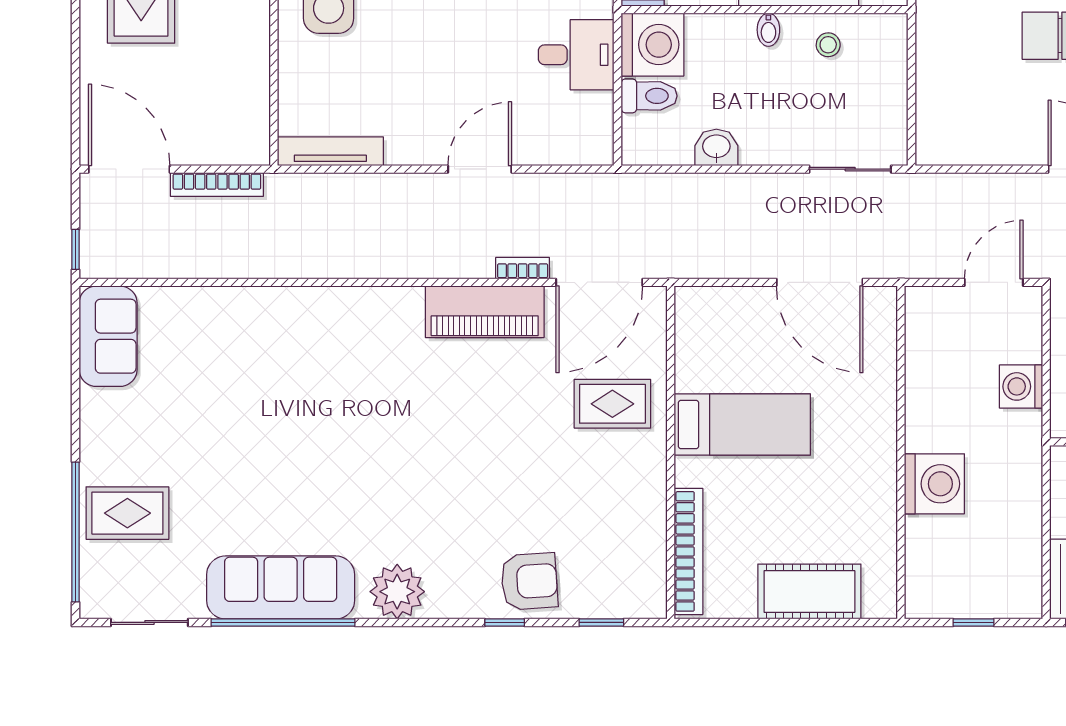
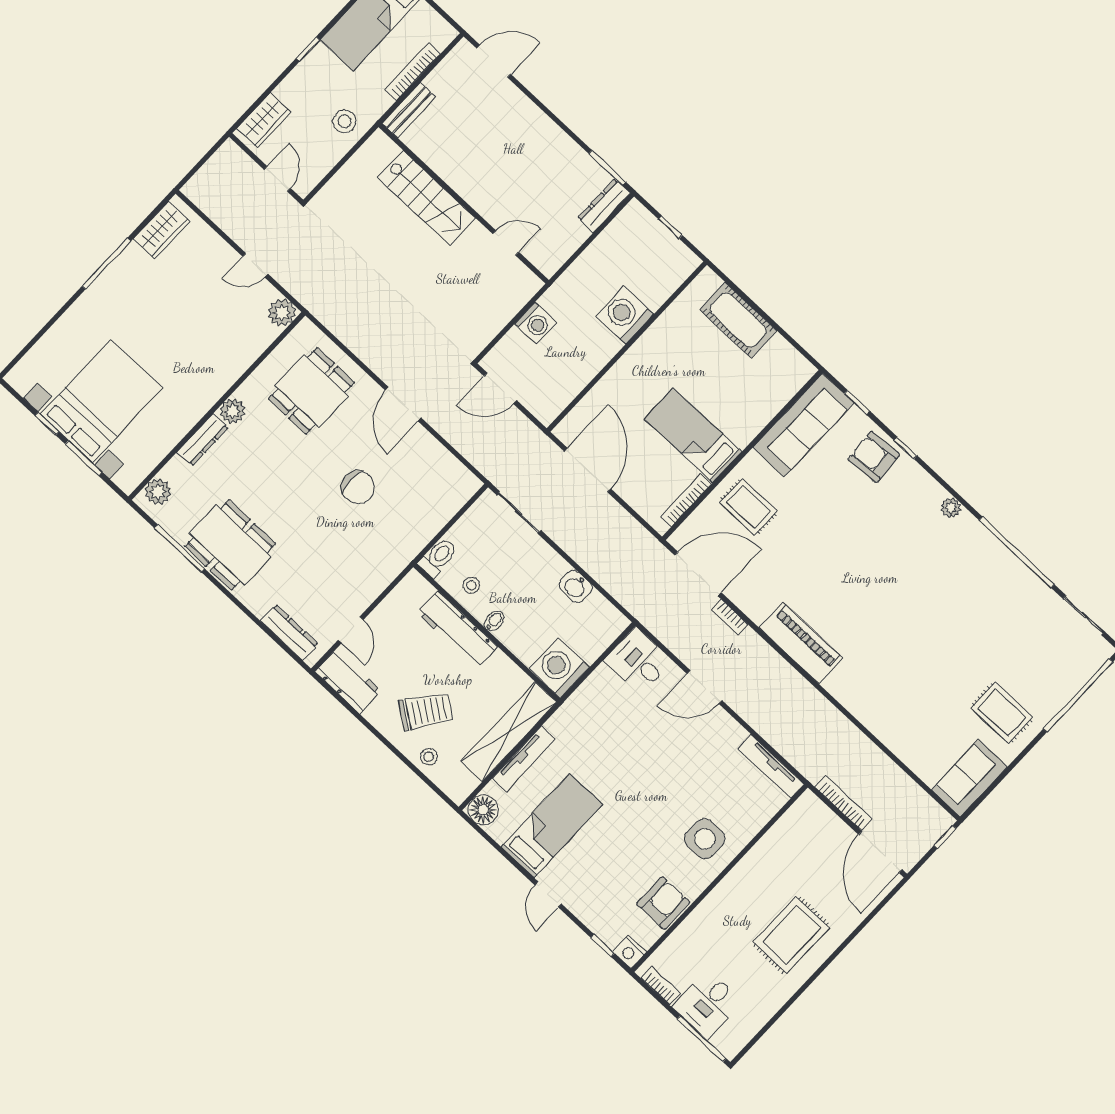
desk: (576, 55) -> (638, 661), moved
toilet: (649, 96) -> (438, 557), moved, turned 90
piano: (485, 312) -> (801, 643), moved
rug: (127, 513) -> (1002, 713), moved
bookcase: (689, 551) -> (686, 500), moved, width x0.68, depth x0.76
sofa: (281, 587) -> (803, 425), moved, turned -90
plant: (397, 592) -> (951, 508), width x0.53, depth x0.53

